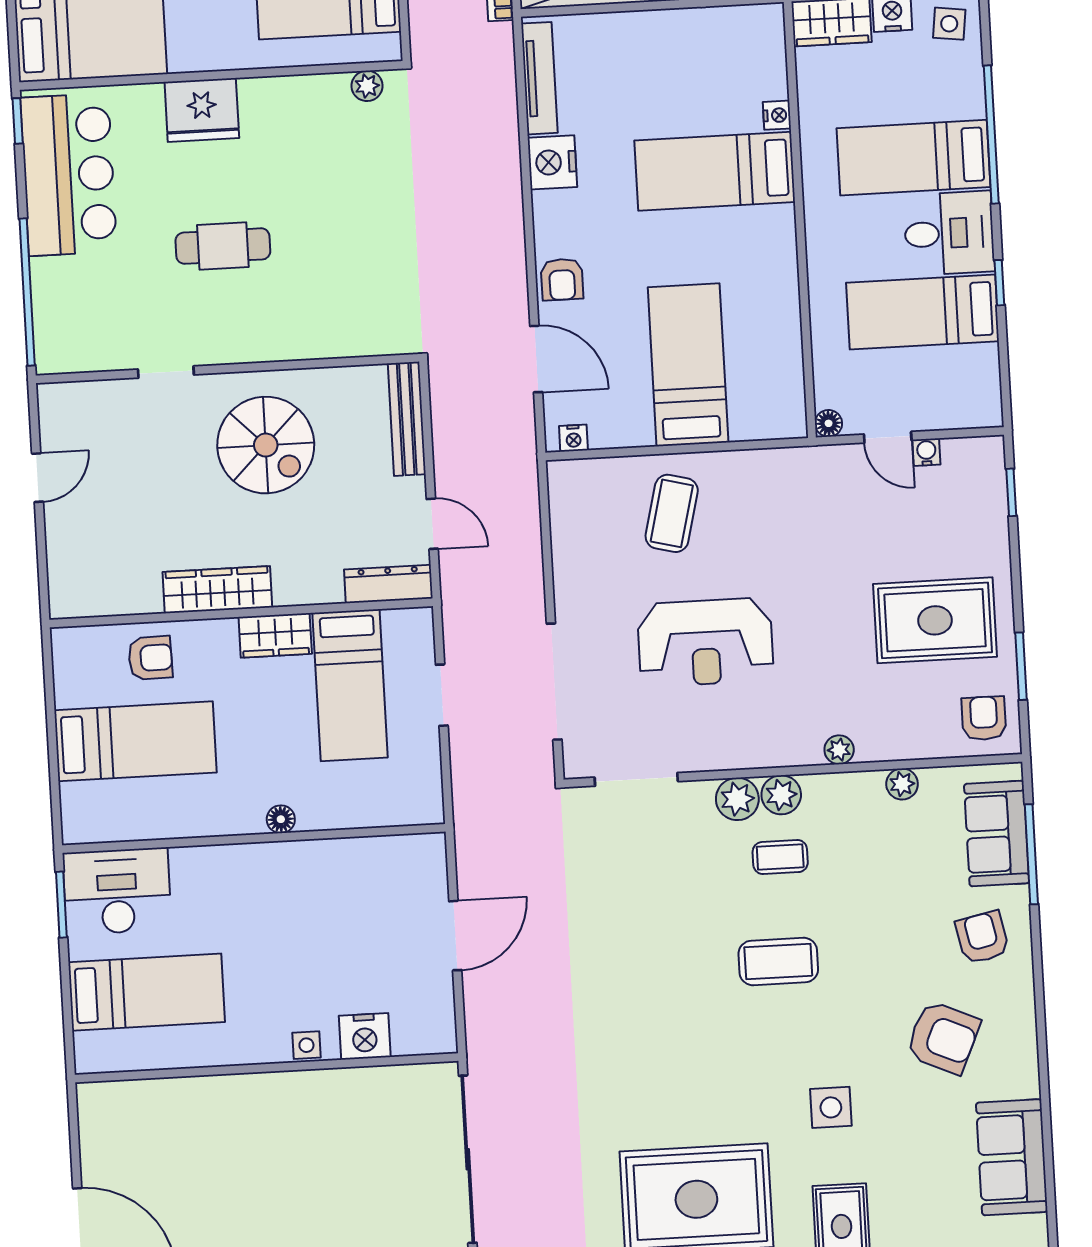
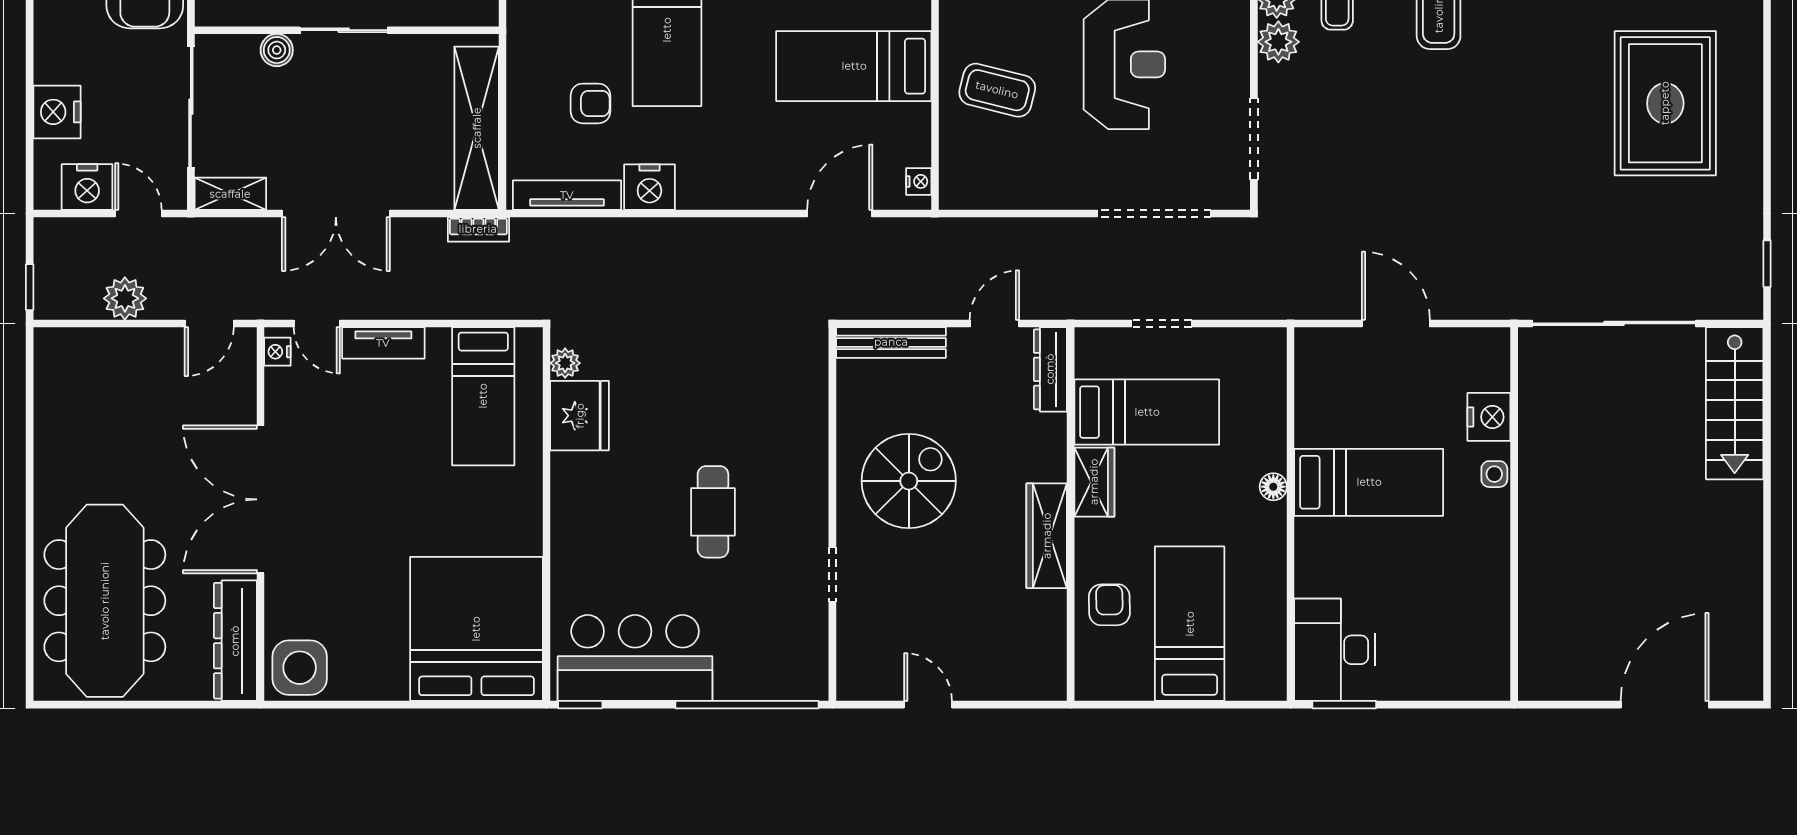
fridge: (202, 110) -> (580, 416), moved
armchair: (562, 279) -> (590, 103), moved
bed: (147, 992) -> (1369, 482), moved, turned 90

